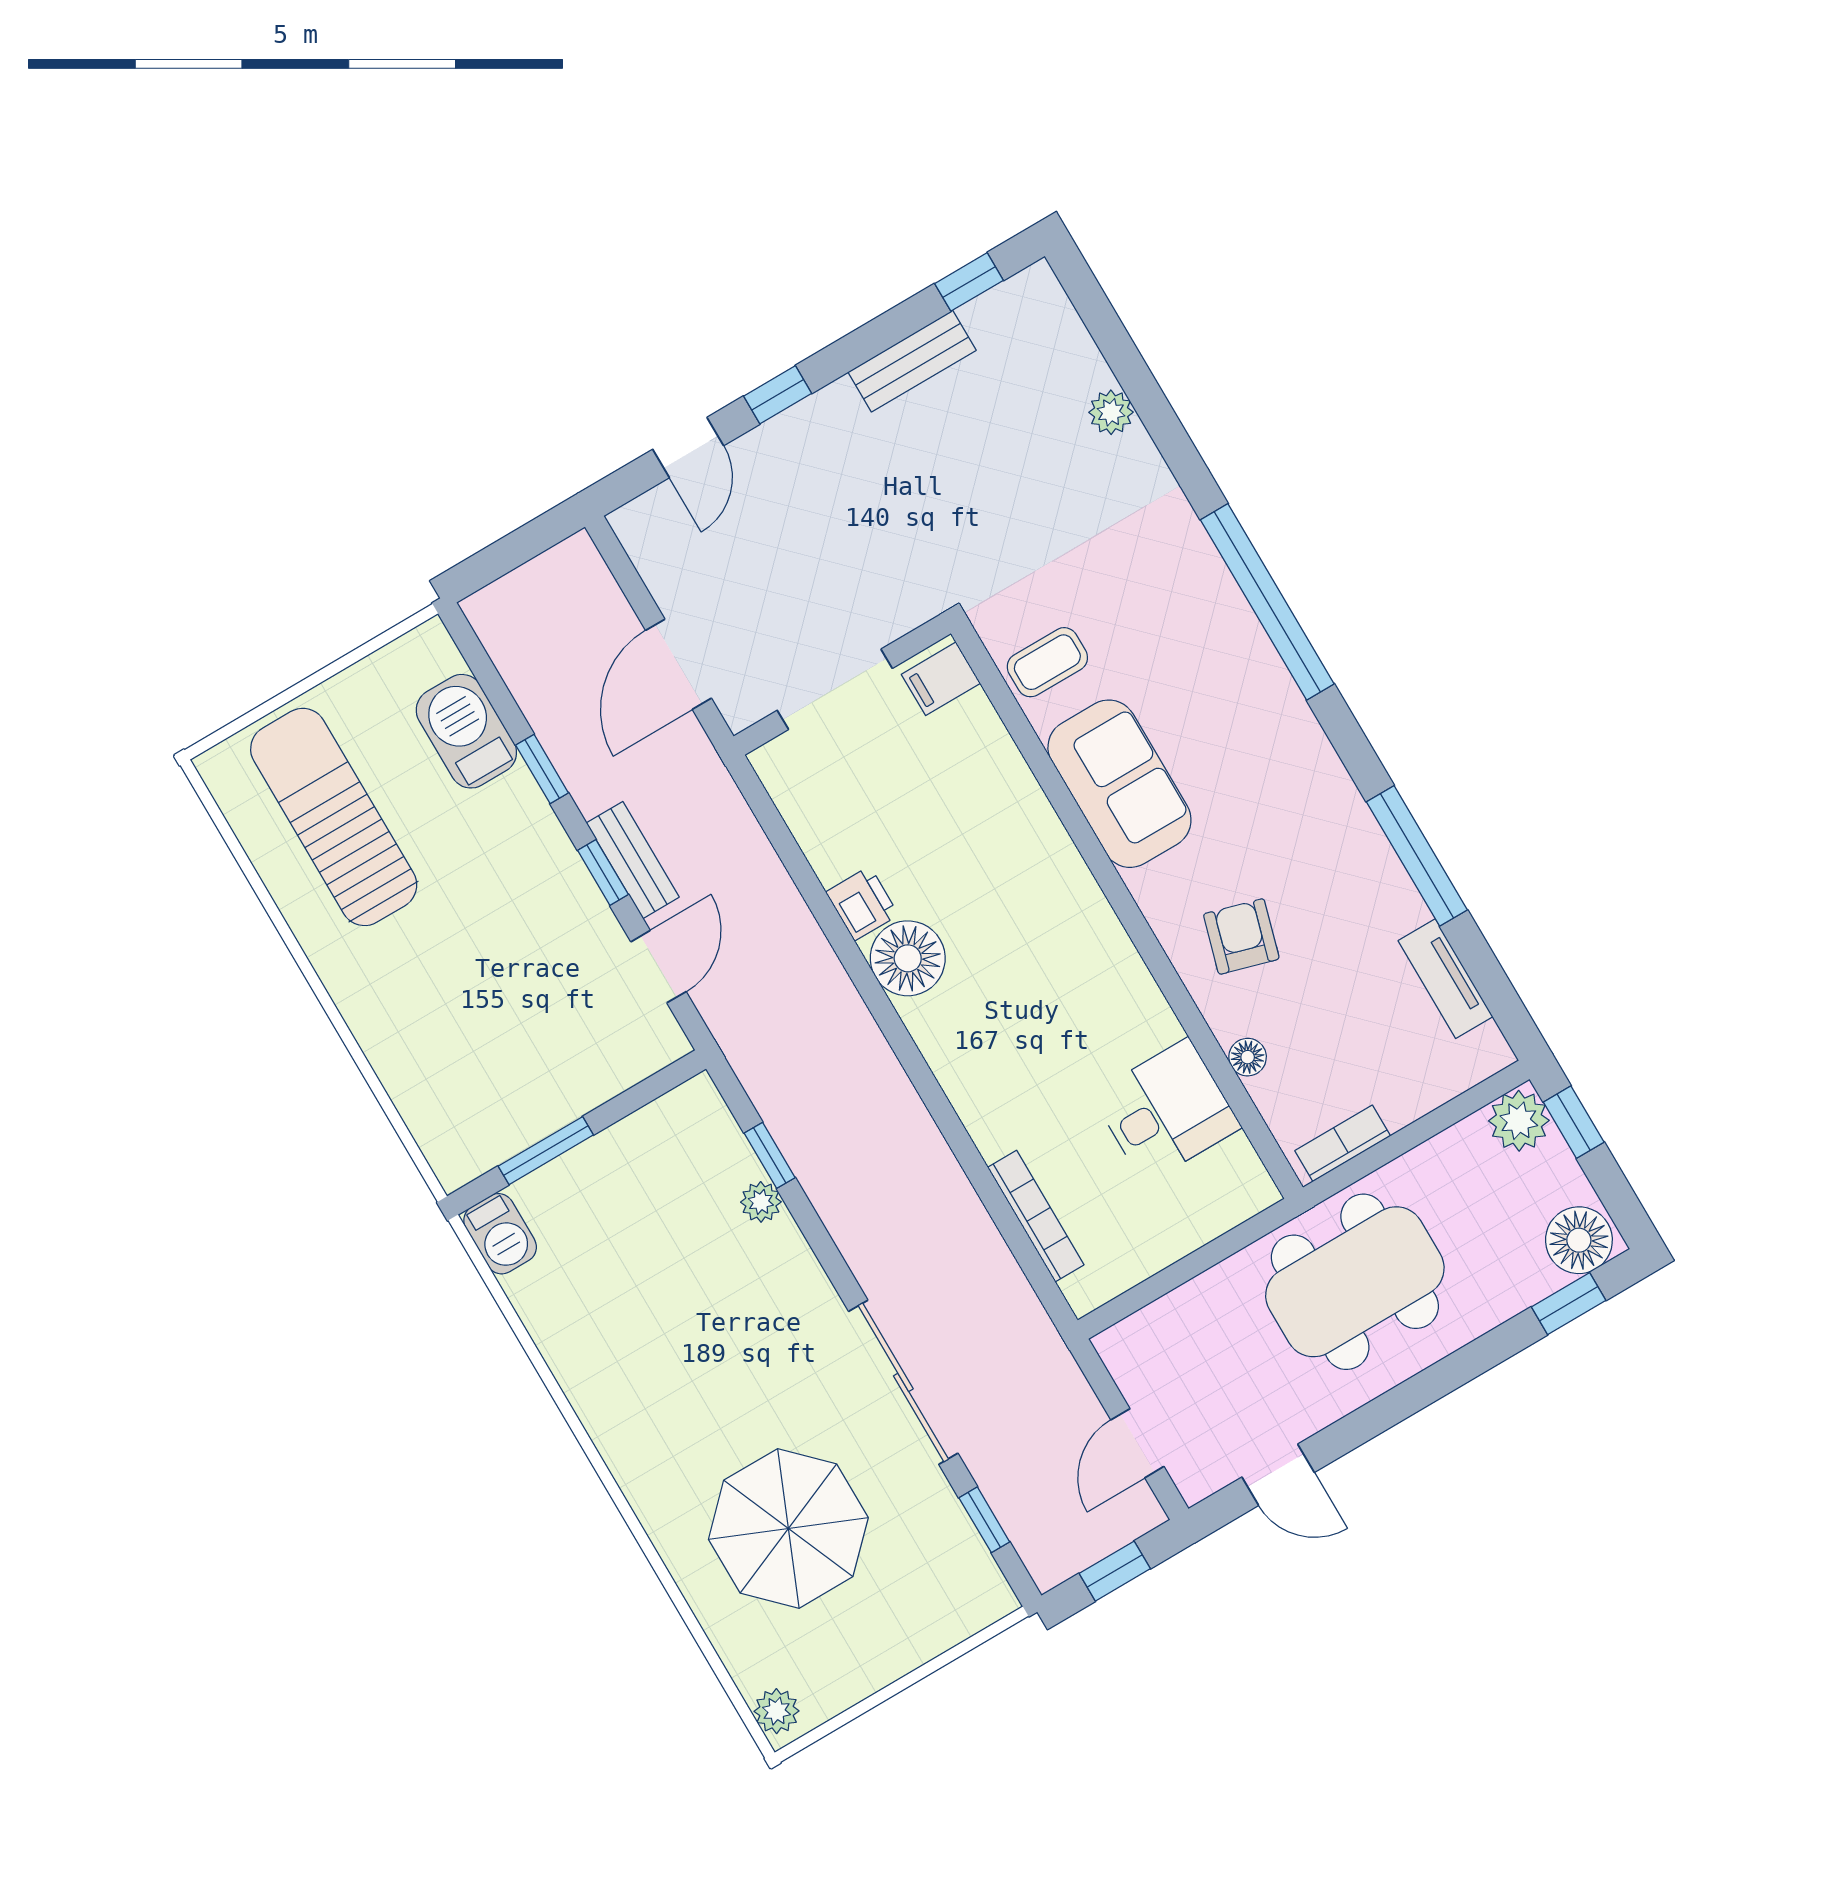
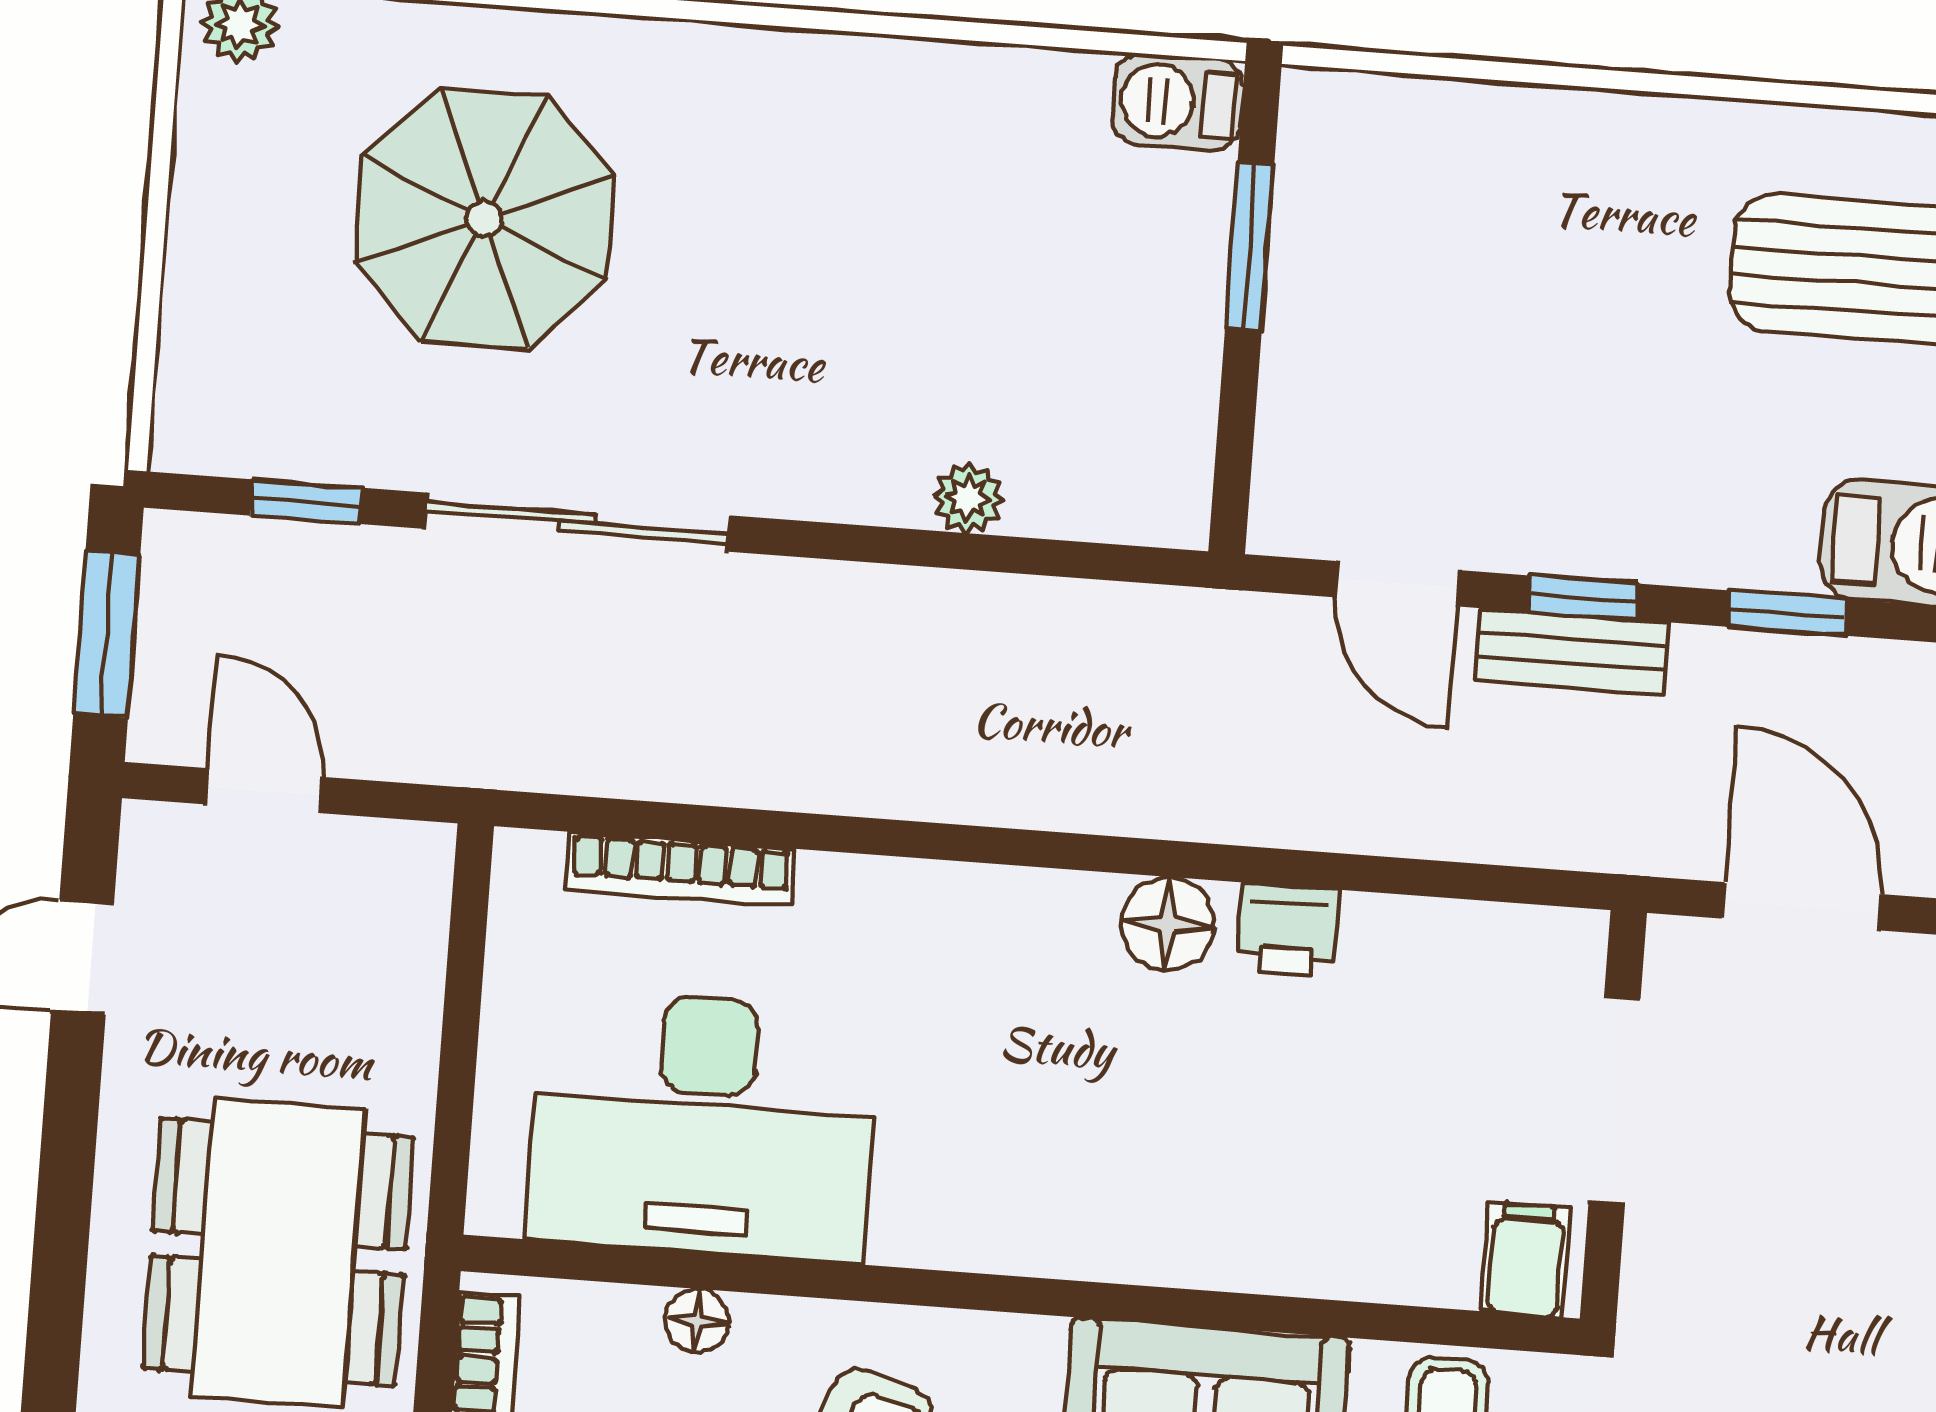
floor lamp: (908, 958) -> (1168, 924), width x0.73, depth x0.73
desk: (1166, 1111) -> (703, 1125), width x1.87, depth x1.30
window: (770, 1155) -> (1025, 556), removed
window: (1115, 1571) -> (107, 634), width x1.50

